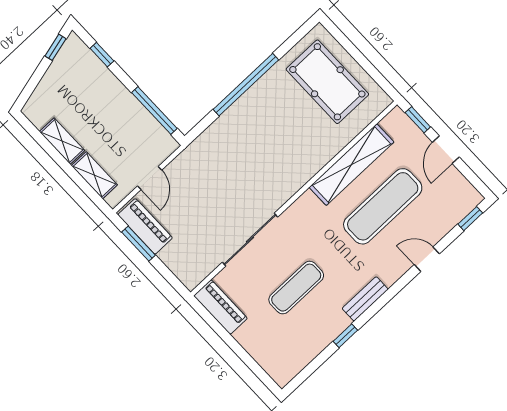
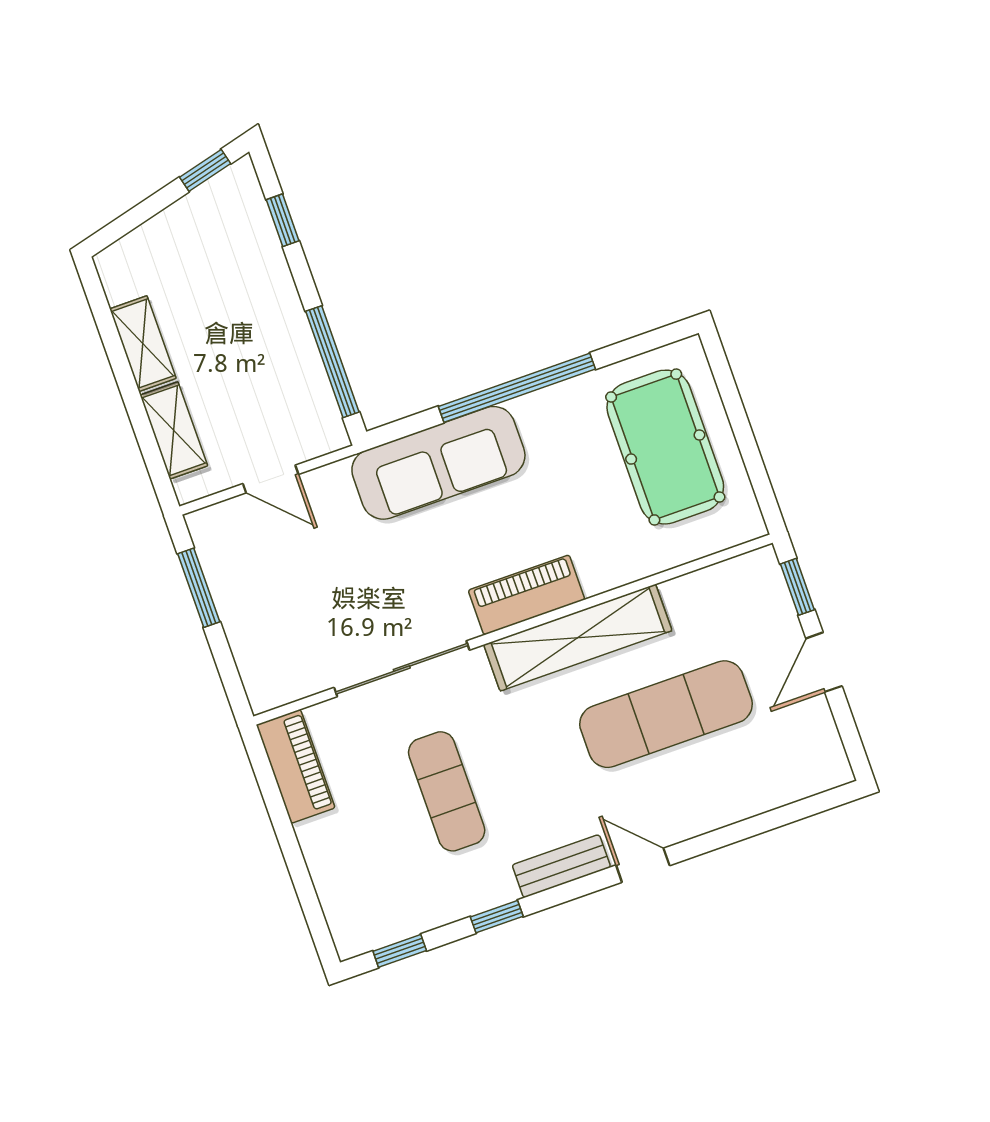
sofa: (225, 136) -> (438, 463), added
shelving: (352, 165) -> (578, 638), moved
door: (150, 178) -> (271, 479), hinge flipped
window: (470, 219) -> (400, 951), moved
piano: (145, 226) -> (527, 595), moved, turned -90
door: (427, 259) -> (643, 865), moved
exercise mat: (296, 288) -> (447, 791), turned 90

